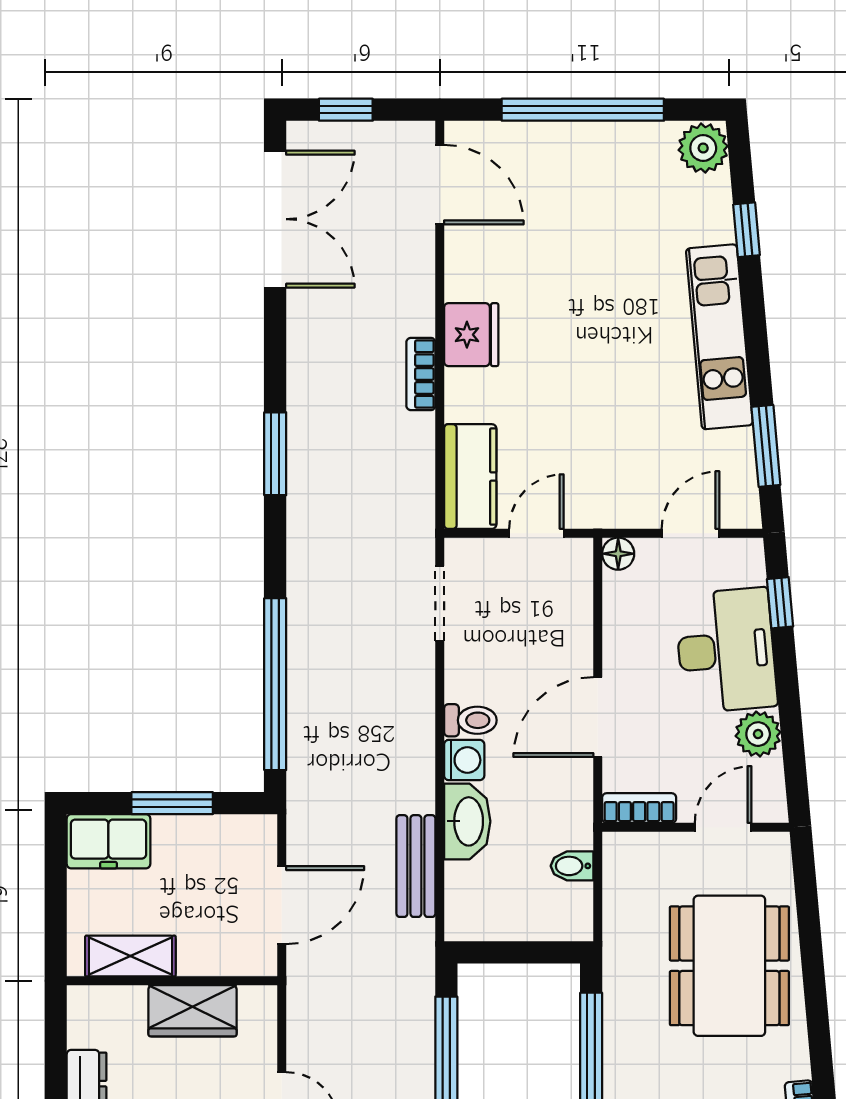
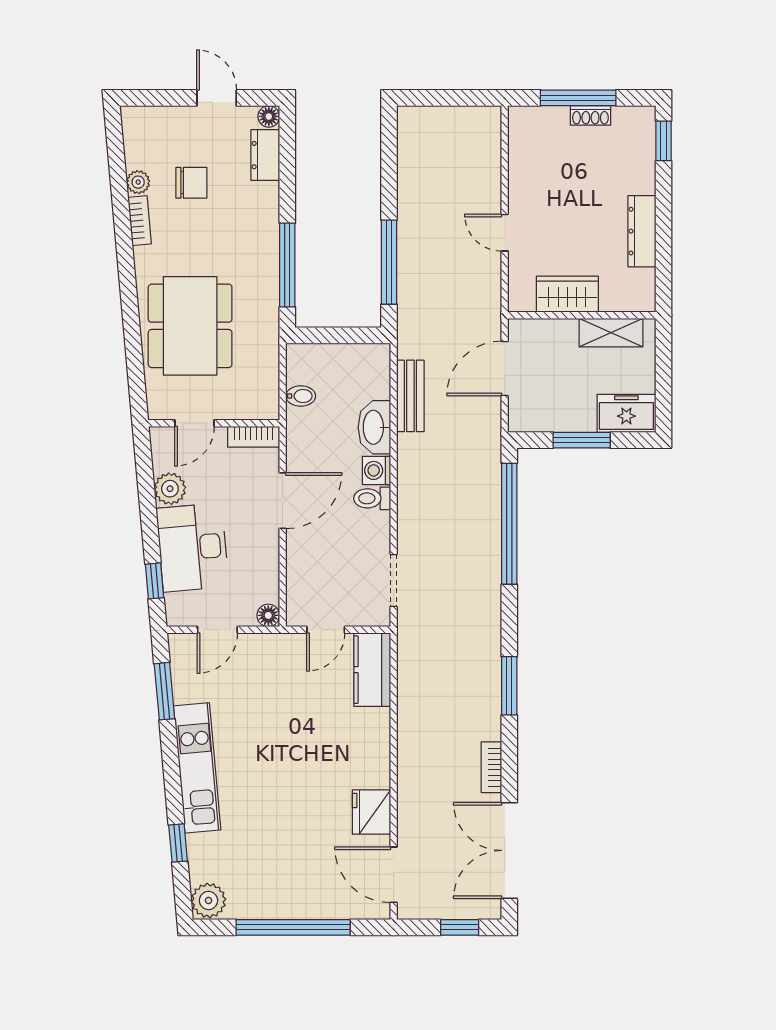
fridge: (471, 335) -> (371, 812), moved
bookcase: (421, 374) -> (491, 767), moved, turned 180

